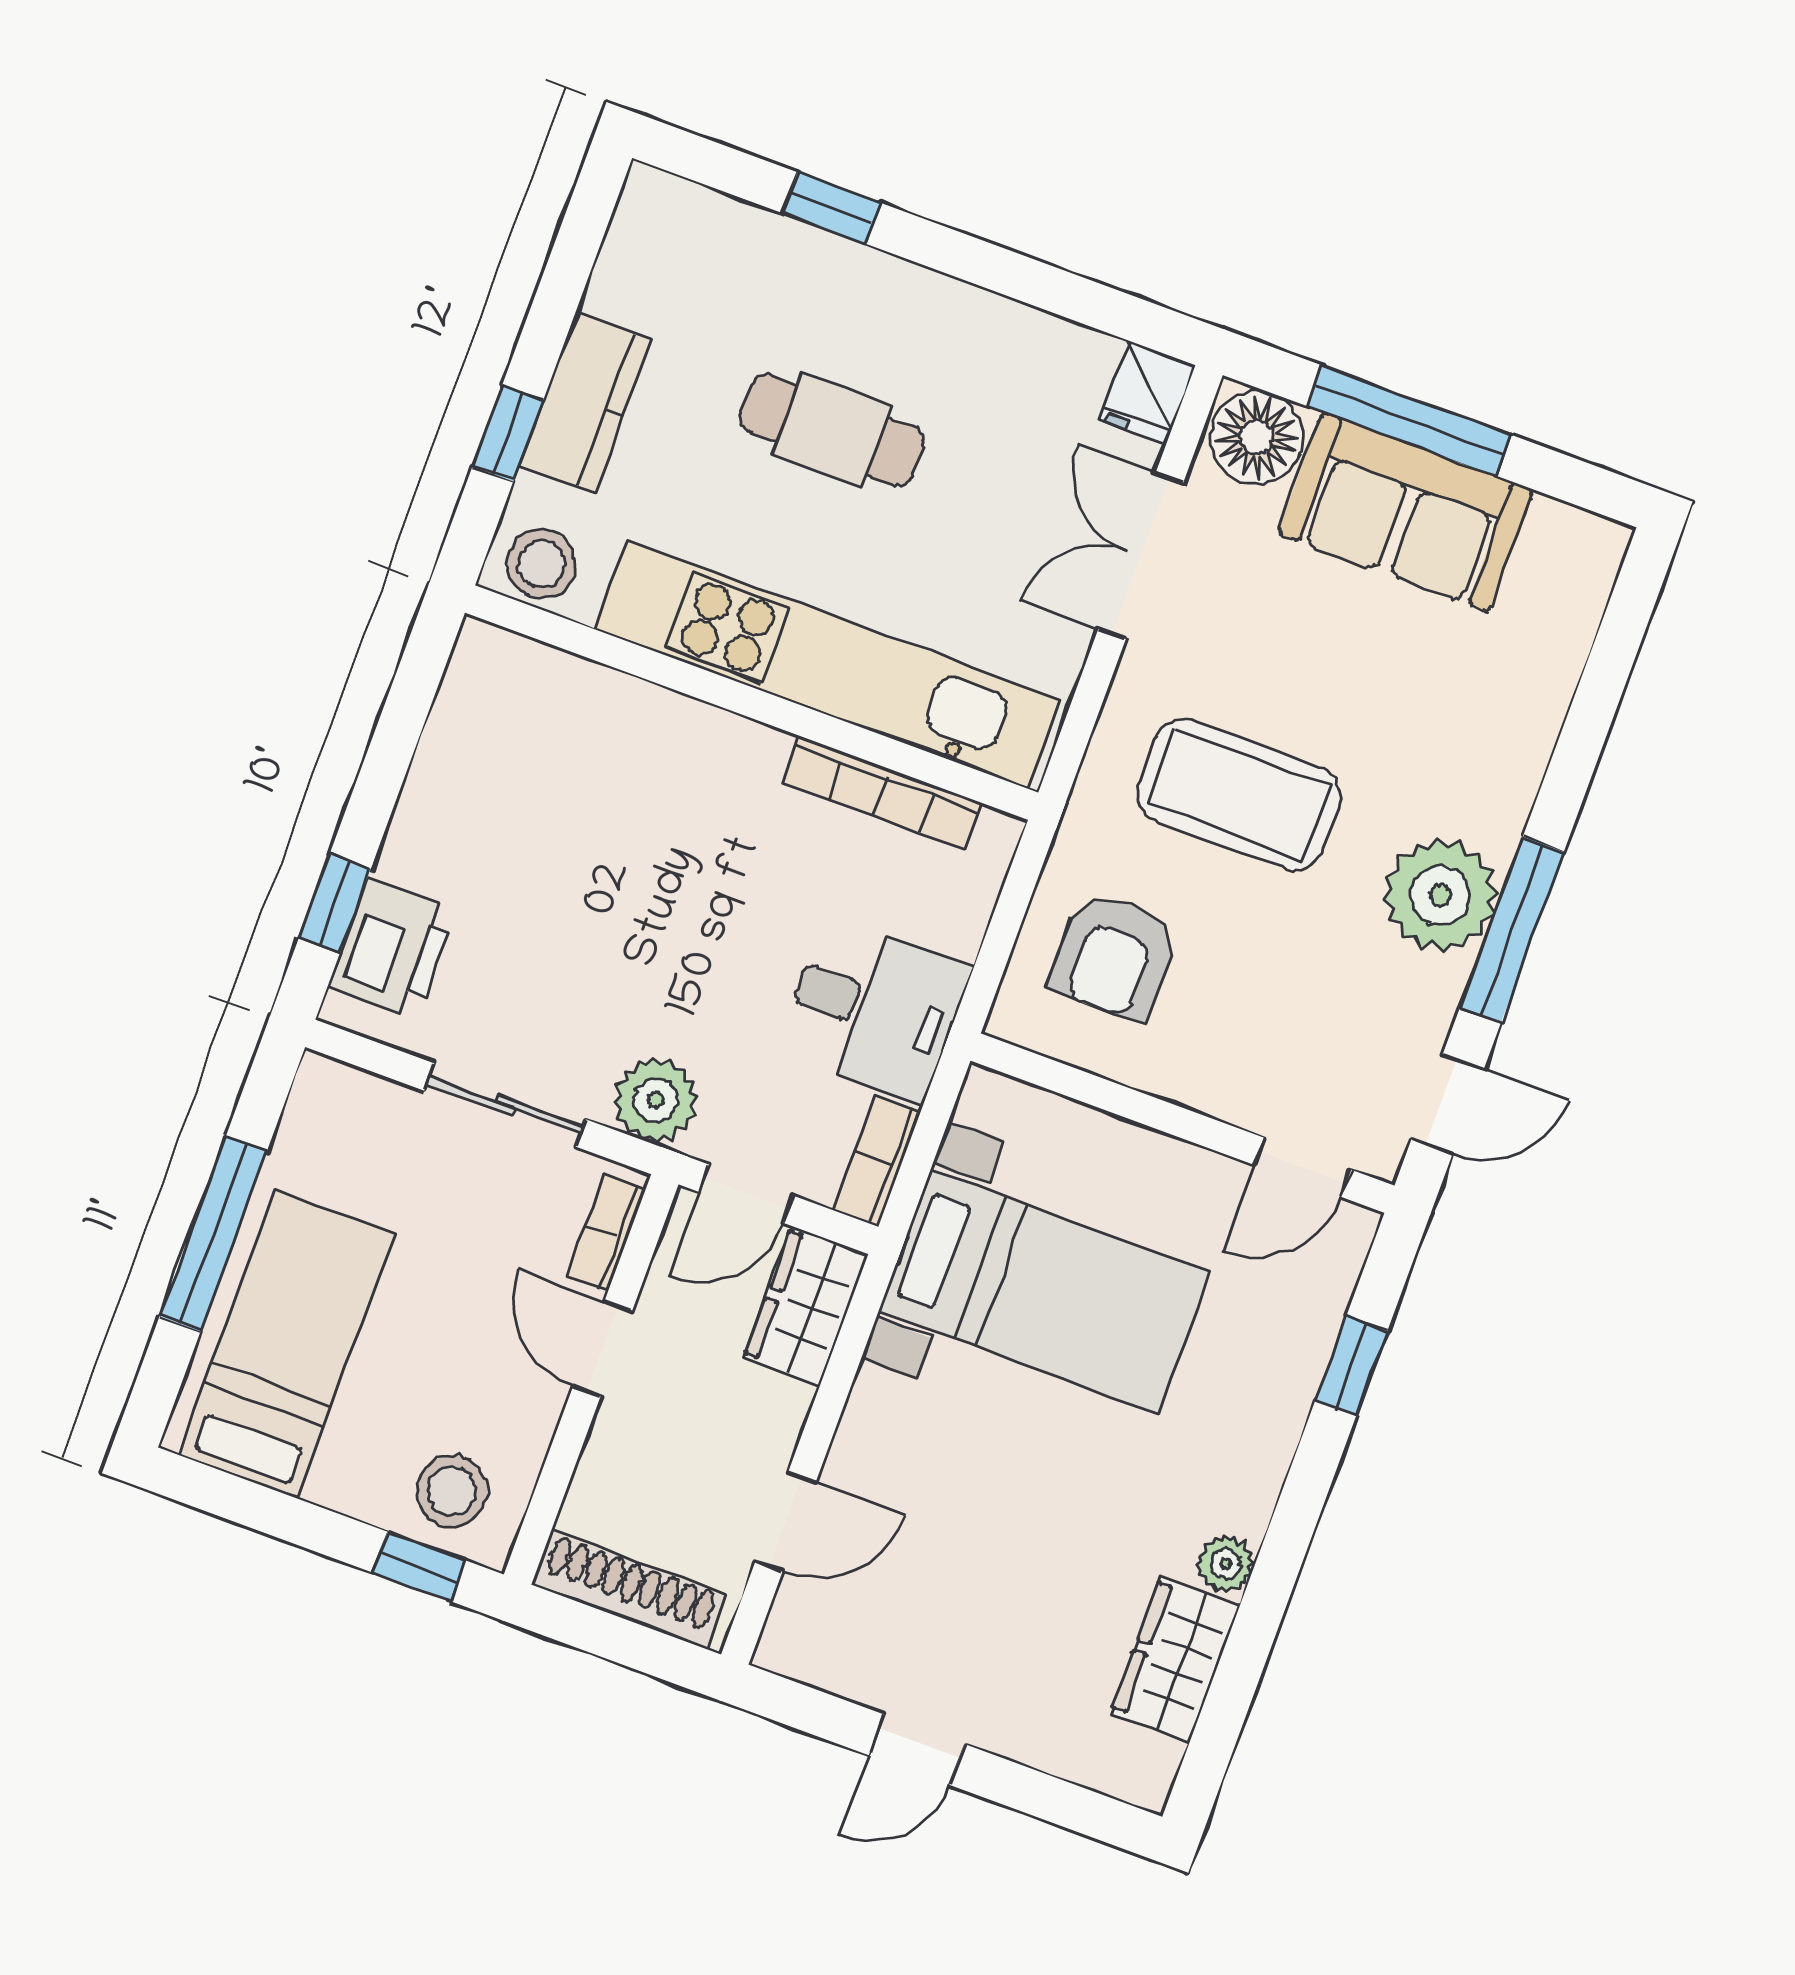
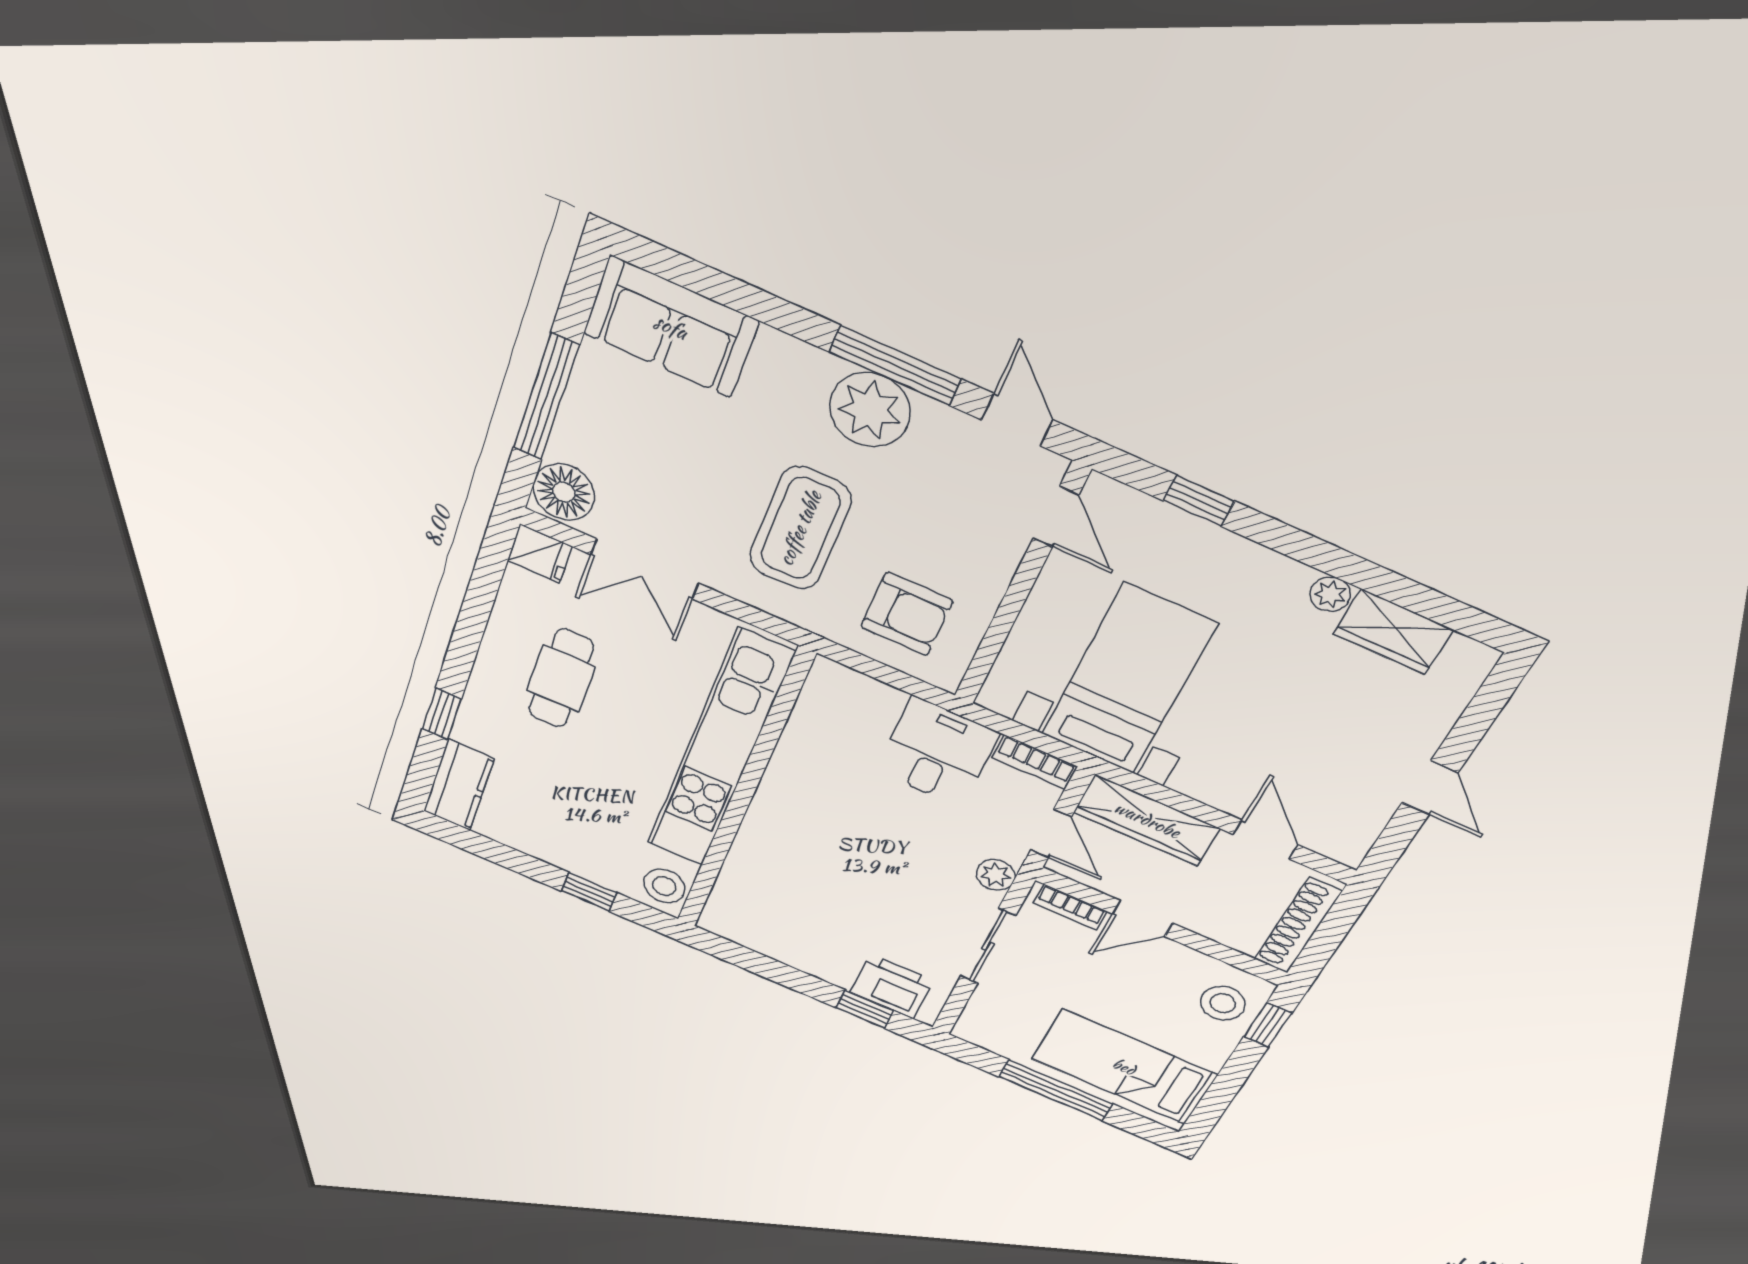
kitchen counter: (585, 402) -> (459, 785), moved, turned 90
cafe table: (832, 430) -> (561, 678), moved
sofa: (1405, 512) -> (671, 327), moved, turned 90
bookcase: (882, 792) -> (799, 731), removed
plant: (656, 1100) -> (996, 875), width x0.73, depth x0.73
wardrobe: (806, 1306) -> (1147, 820), width x1.50

